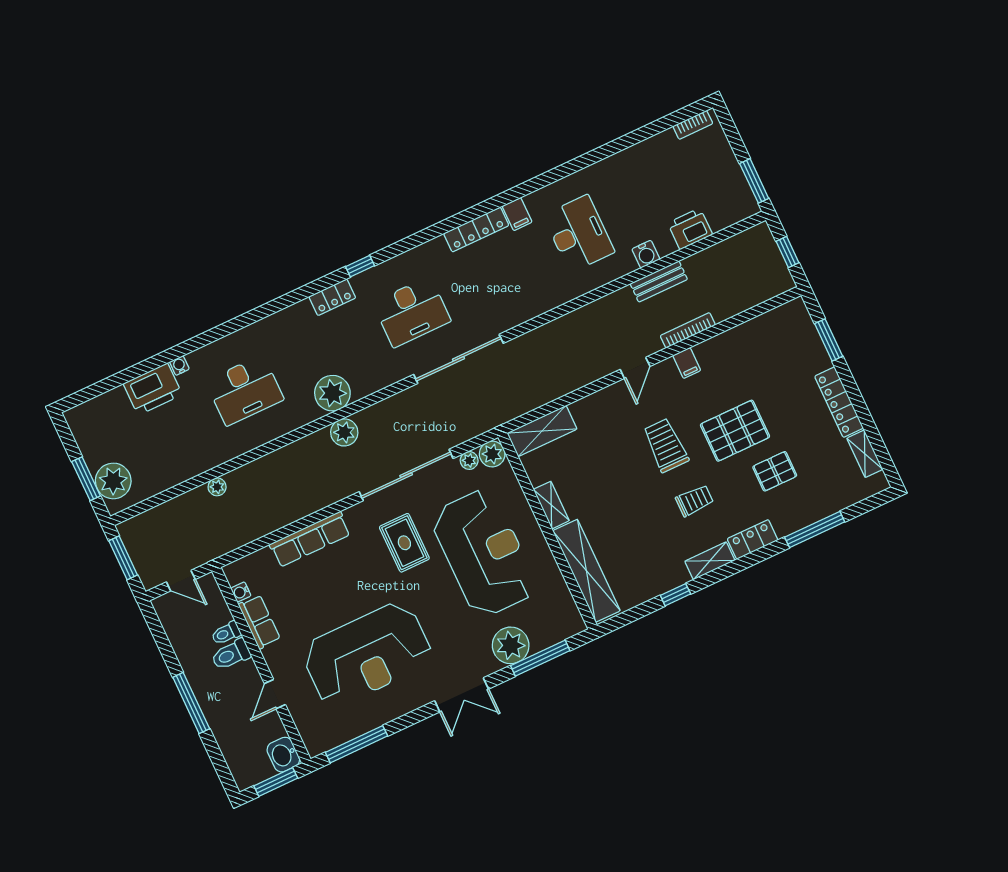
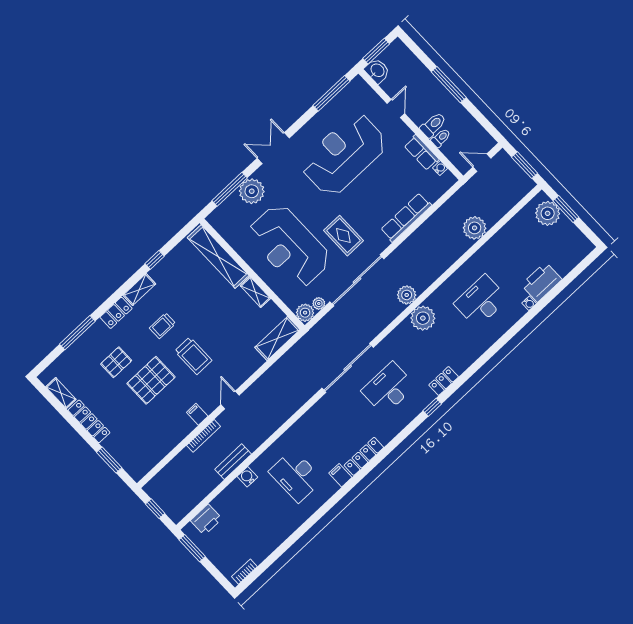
printer: (690, 229) -> (206, 520), moved
plant: (217, 487) -> (475, 228), width x1.88, depth x1.88

